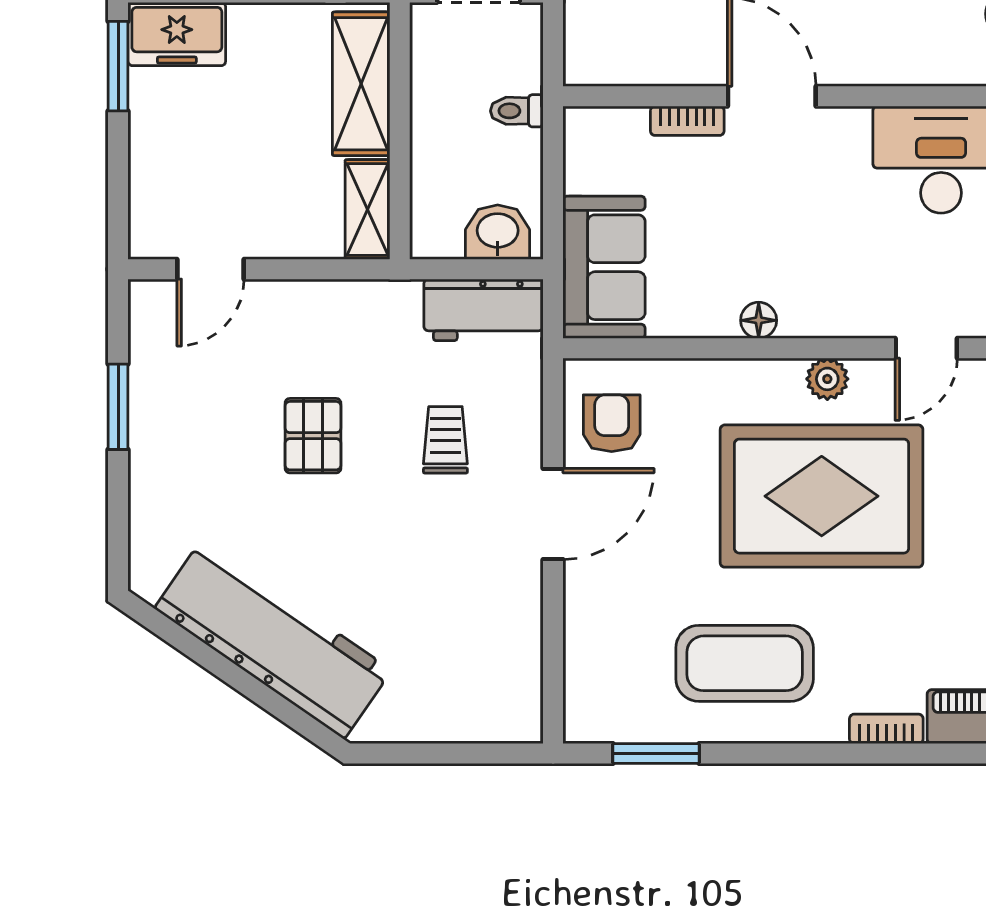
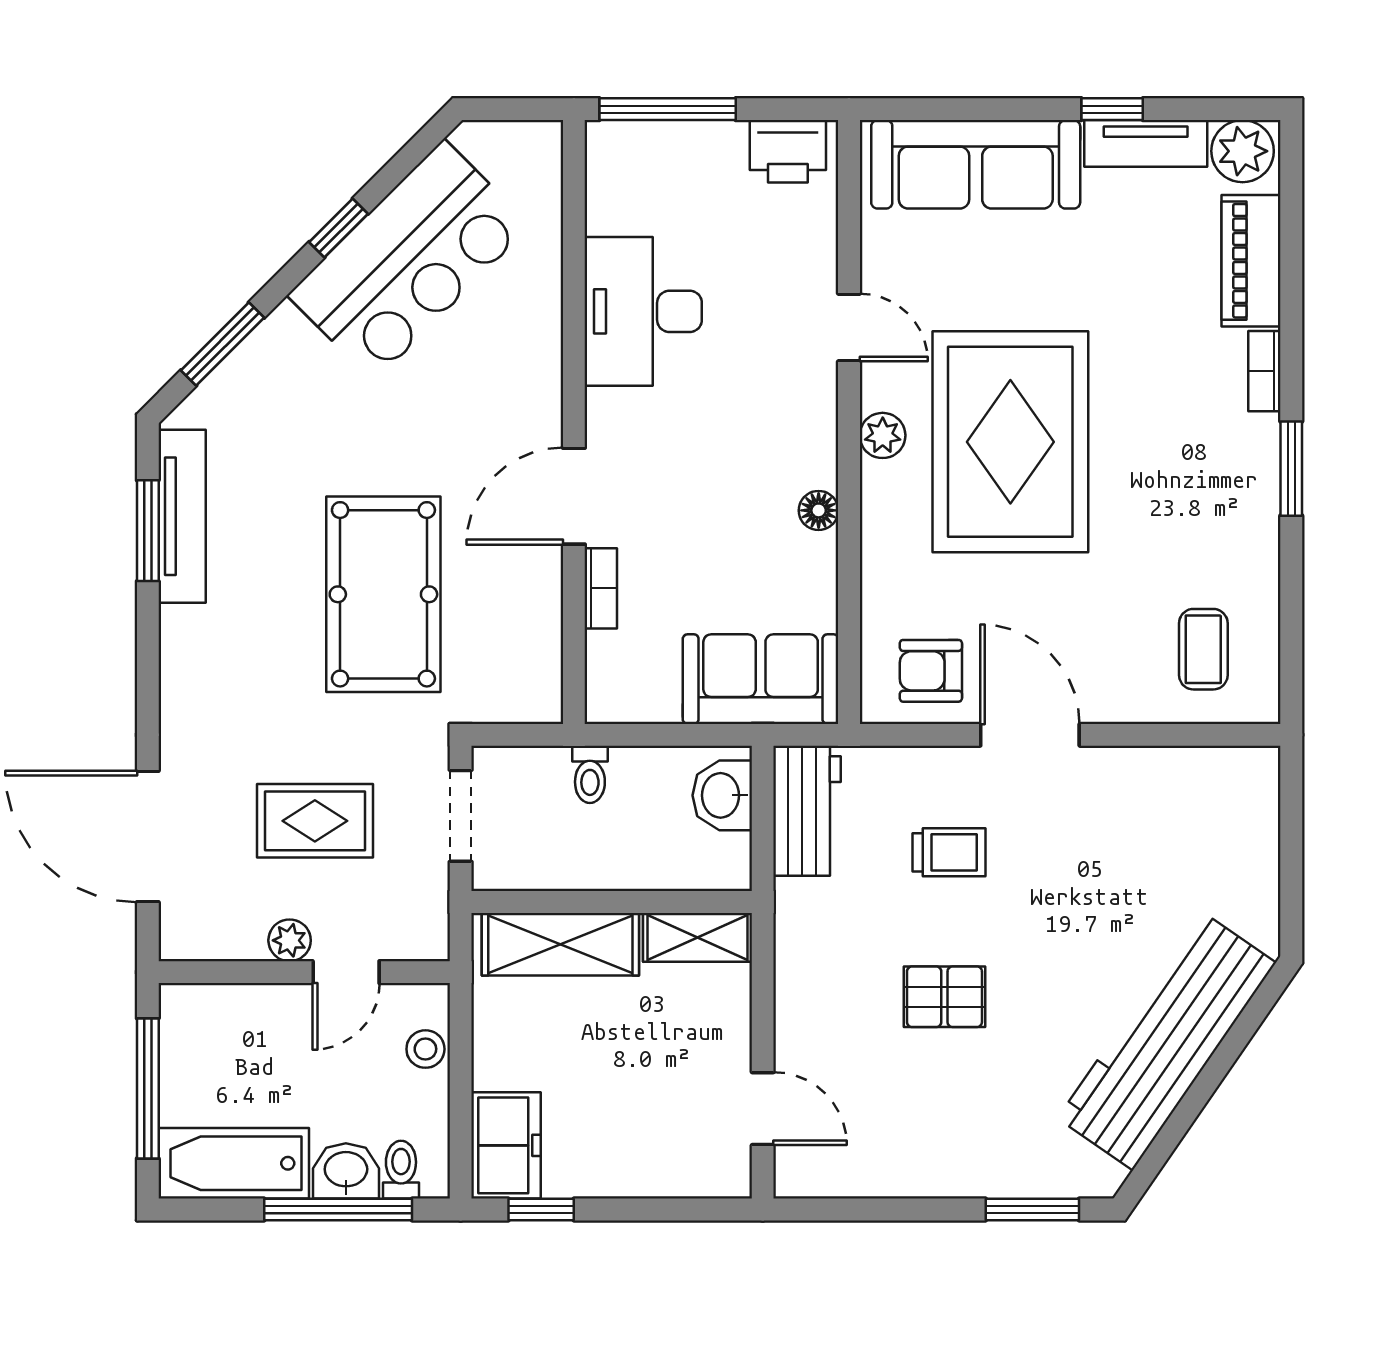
window: (118, 66) -> (541, 1209), width x0.67
window: (118, 407) -> (1032, 1209), moved
trolley: (445, 440) -> (949, 852), turned 180
coffee table: (745, 663) -> (1203, 649), moved, width x0.54, depth x0.58
window: (656, 753) -> (1291, 469), moved

